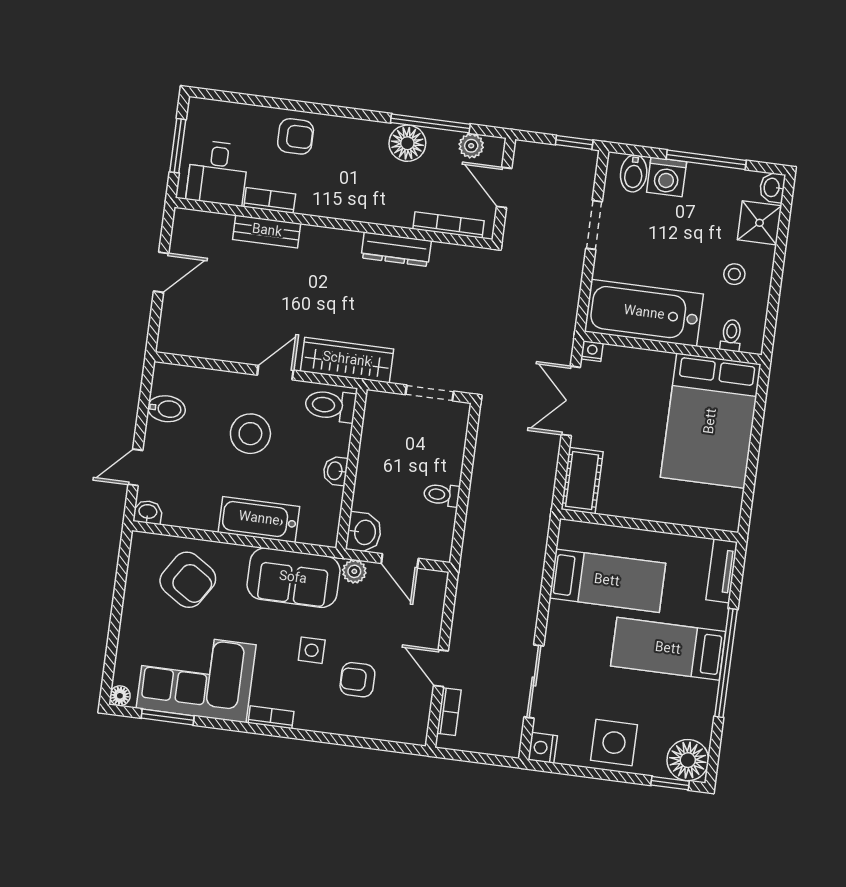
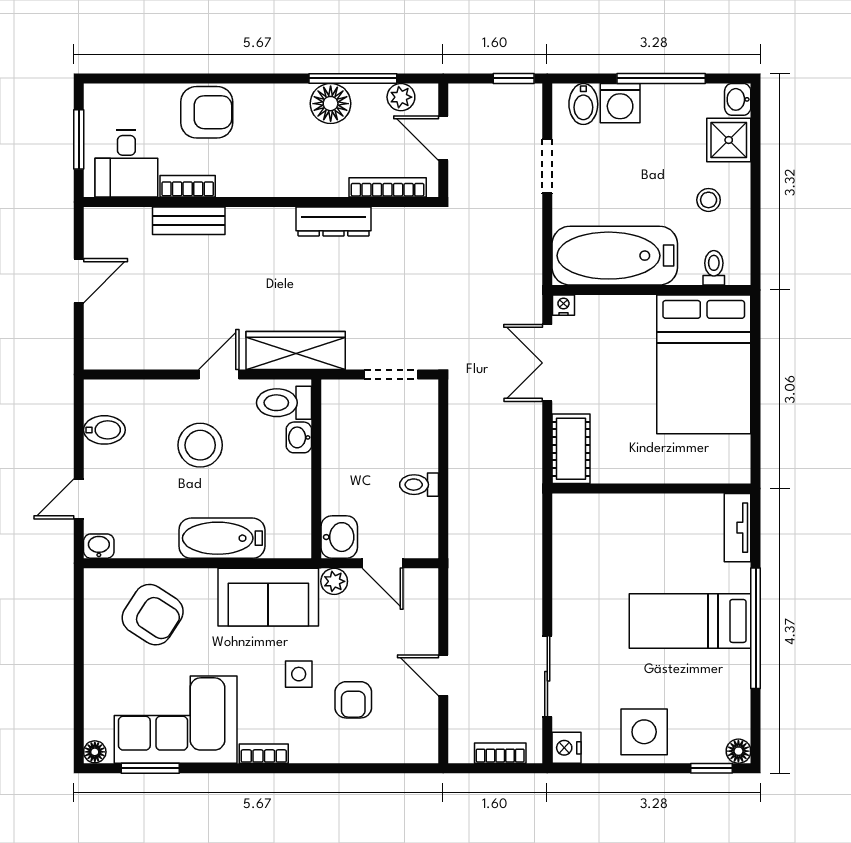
armchair: (296, 136) -> (207, 112), width x1.38, depth x1.38
washbasin: (335, 471) -> (299, 437), moved
bed: (607, 581) -> (613, 555), removed
armchair: (357, 680) -> (353, 700), turned -90
bookcase: (449, 712) -> (500, 753), moved, turned -90
floor lamp: (688, 760) -> (738, 751), width x0.53, depth x0.53

